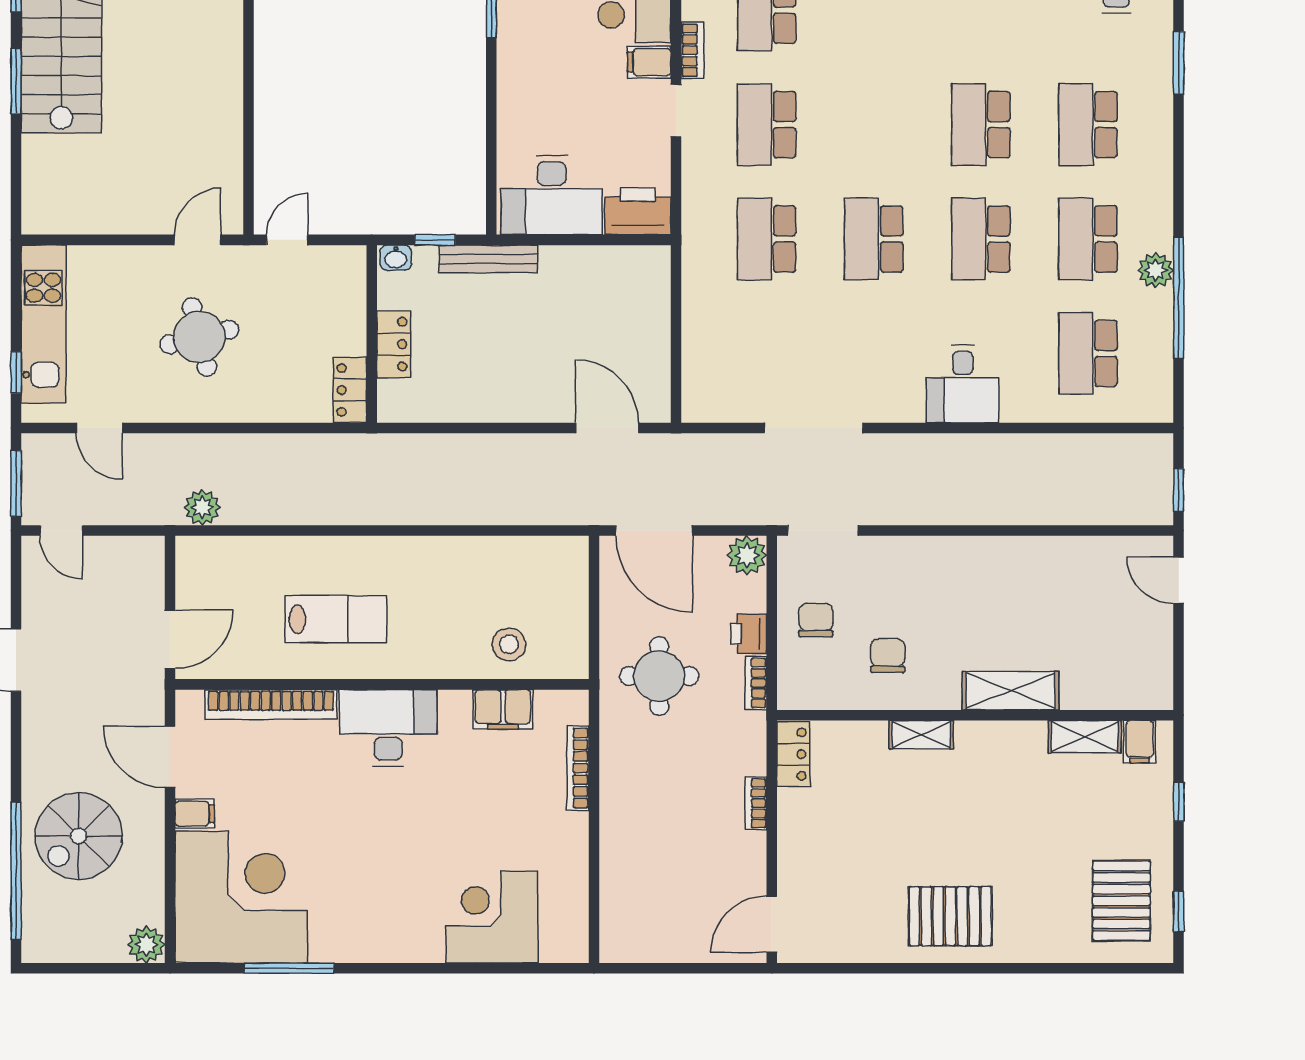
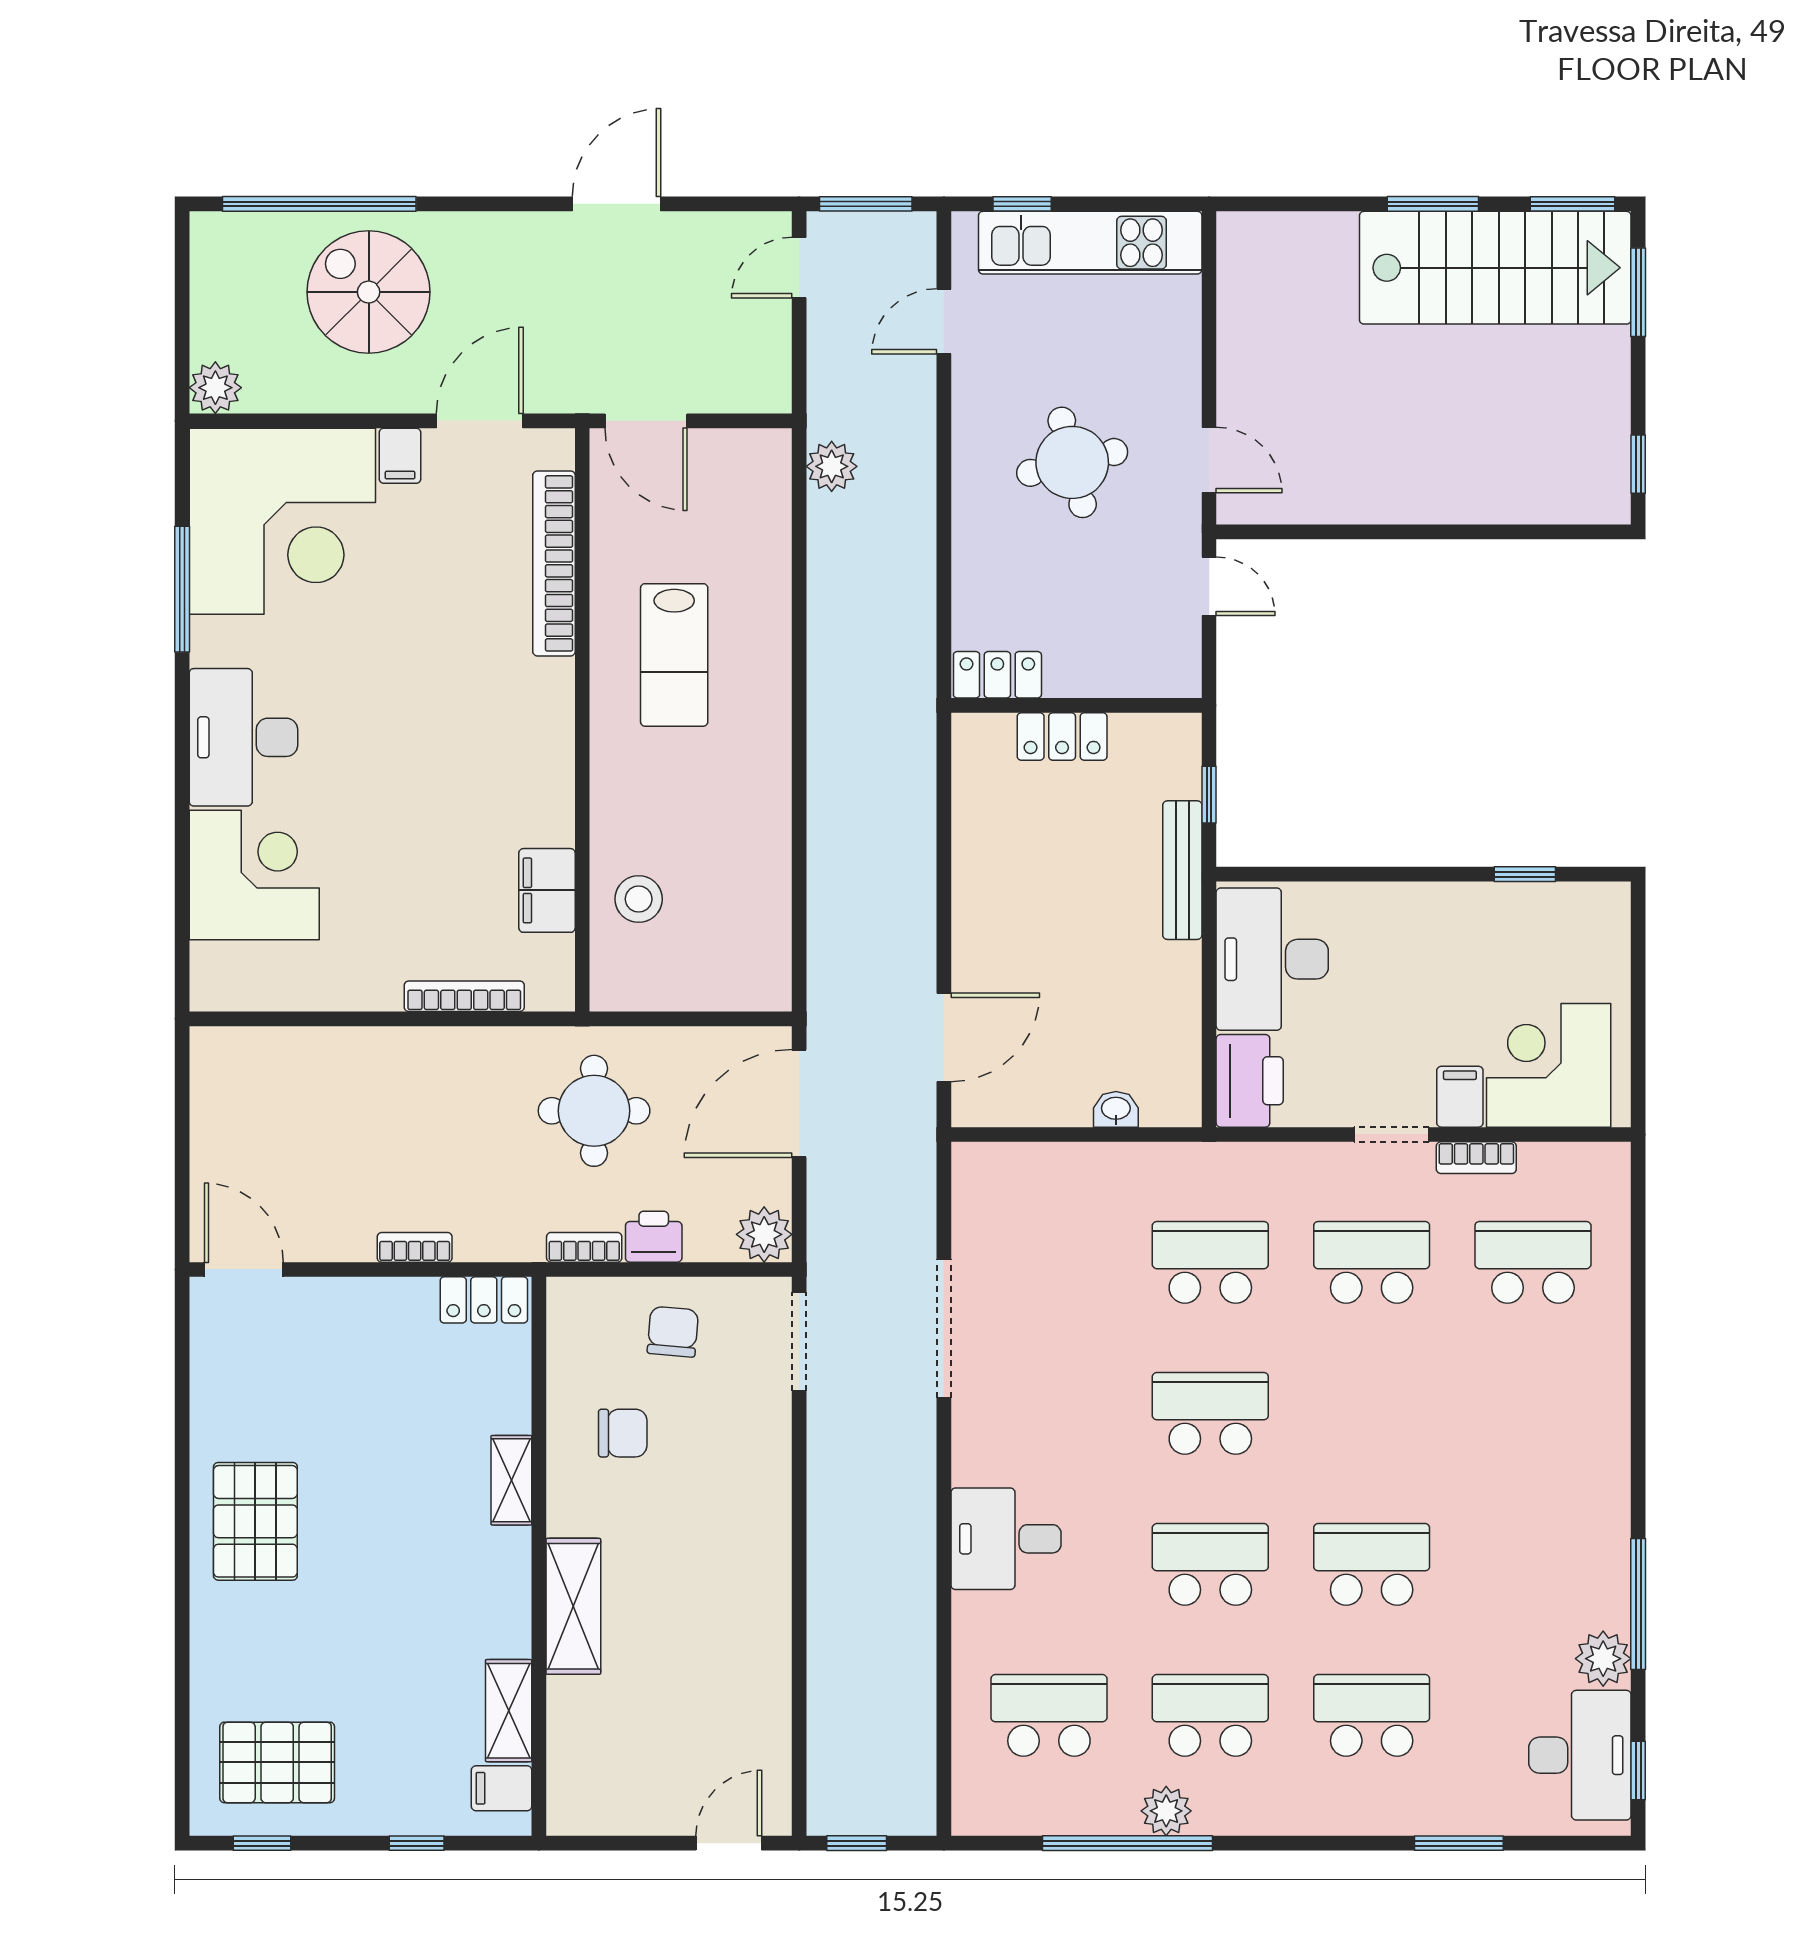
washbasin: (396, 258) -> (1116, 1109), moved, turned 90
chair: (816, 620) -> (673, 1332), turned -85
desk: (388, 728) -> (243, 737), moved, turned 180

